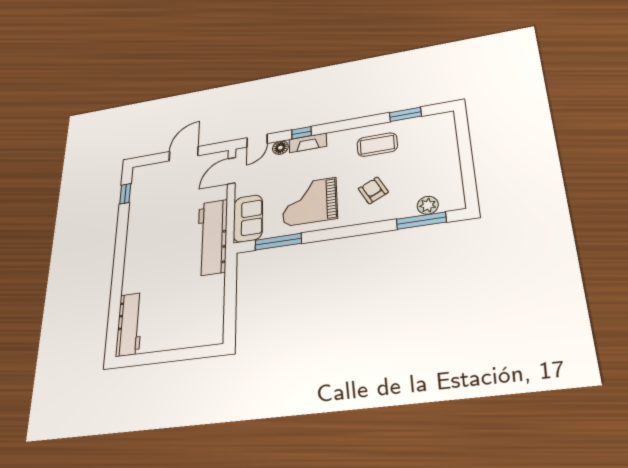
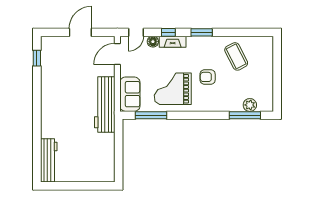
window: (405, 114) -> (202, 32), moved
coffee table: (377, 145) -> (236, 56), moved, turned 63
armchair: (373, 190) -> (208, 77), moved, turned -63

